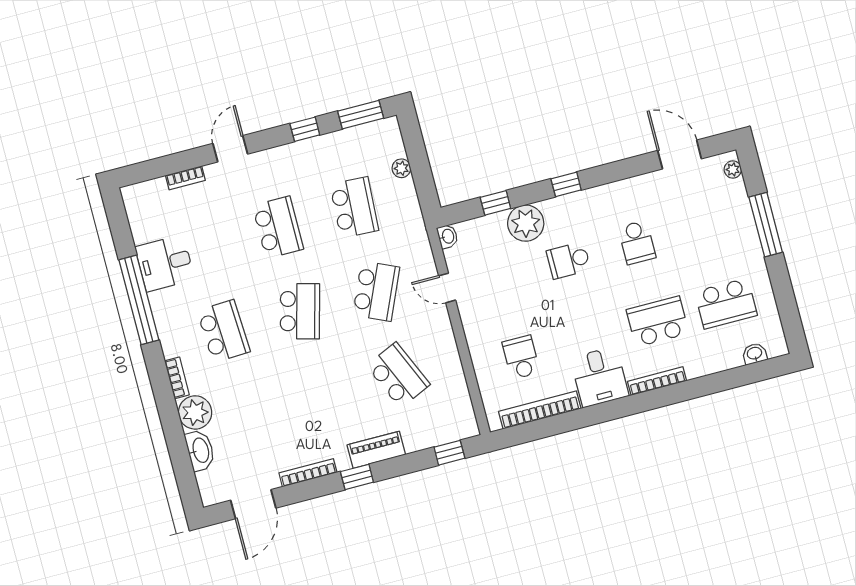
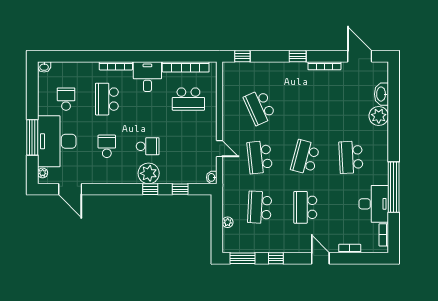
door: (230, 149) -> (320, 258), swing flipped
window: (566, 184) -> (150, 189), moved
plant: (526, 223) -> (149, 173), moved
desk: (723, 229) -> (57, 141), added
desk: (165, 263) -> (374, 204), width x1.37
school desk: (376, 291) -> (260, 157), turned -30
school desk: (726, 304) -> (66, 99), width x0.54
school desk: (658, 321) -> (107, 99), turned 90
washbasin: (755, 354) -> (44, 67), moved
school desk: (521, 357) -> (188, 99), width x1.85
bookcase: (177, 378) -> (384, 235), moved
piano: (376, 450) -> (283, 69), removed
door: (253, 504) -> (360, 56), hinge flipped

